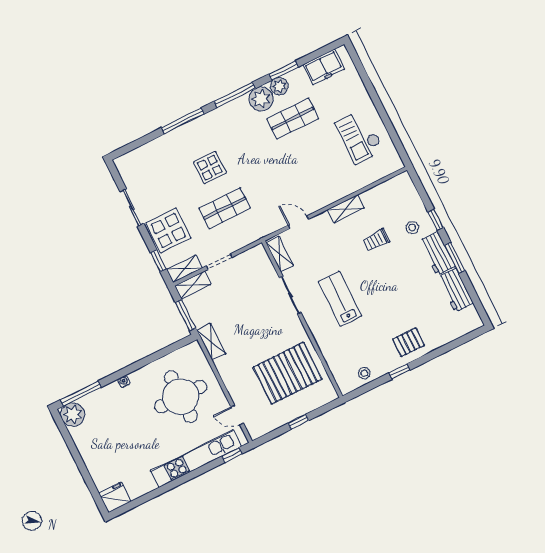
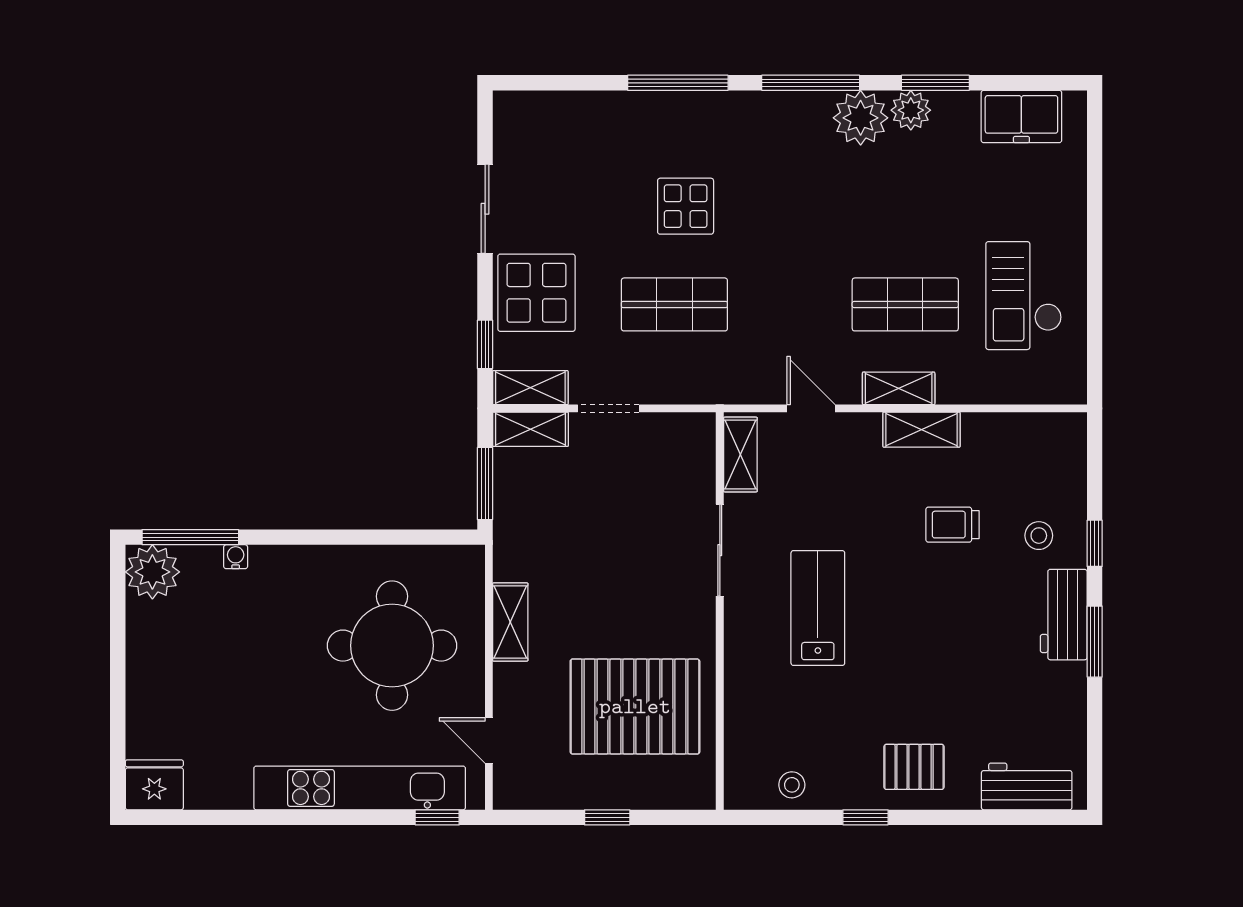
shop shelf: (293, 119) -> (905, 304), moved
shelving: (329, 197) -> (899, 388), added
workbench: (456, 290) -> (1027, 786), moved, turned 90
shelving: (211, 342) -> (510, 622), moved
water cooler: (124, 382) -> (236, 557), moved

